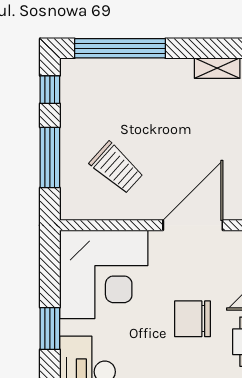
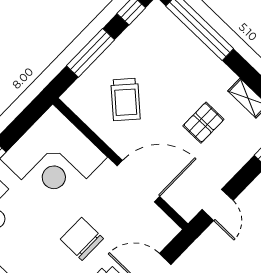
pallet: (200, 124) -> (203, 123), added

